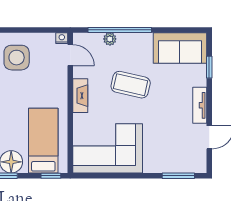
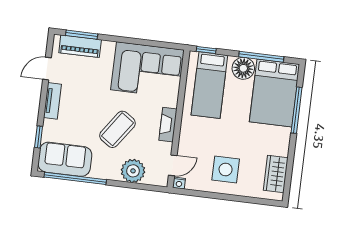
window: (120, 30) -> (75, 178), moved
plant: (110, 39) -> (133, 171), width x1.87, depth x1.87
door: (70, 55) -> (173, 165), swing flipped
coffee table: (131, 85) -> (117, 129), turned -68
piano: (179, 164) -> (80, 46), added

